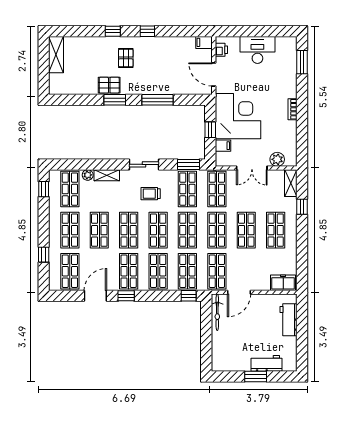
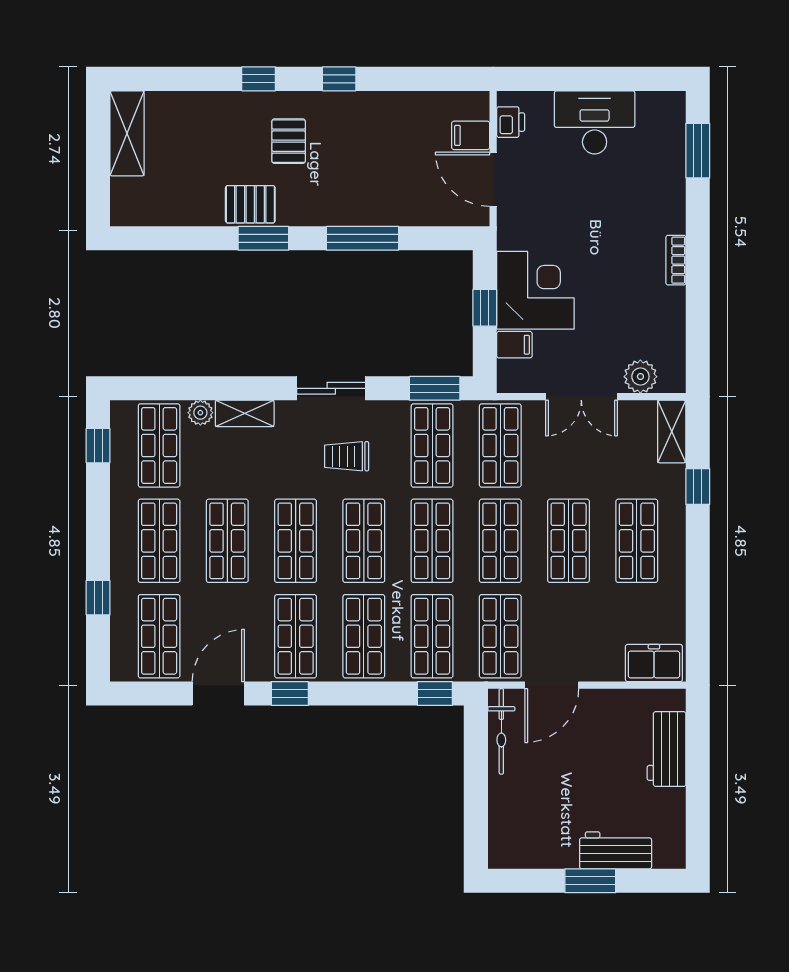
filing cabinet: (204, 42) -> (471, 135), moved
corner desk: (238, 116) -> (535, 290), width x0.74, depth x0.74

